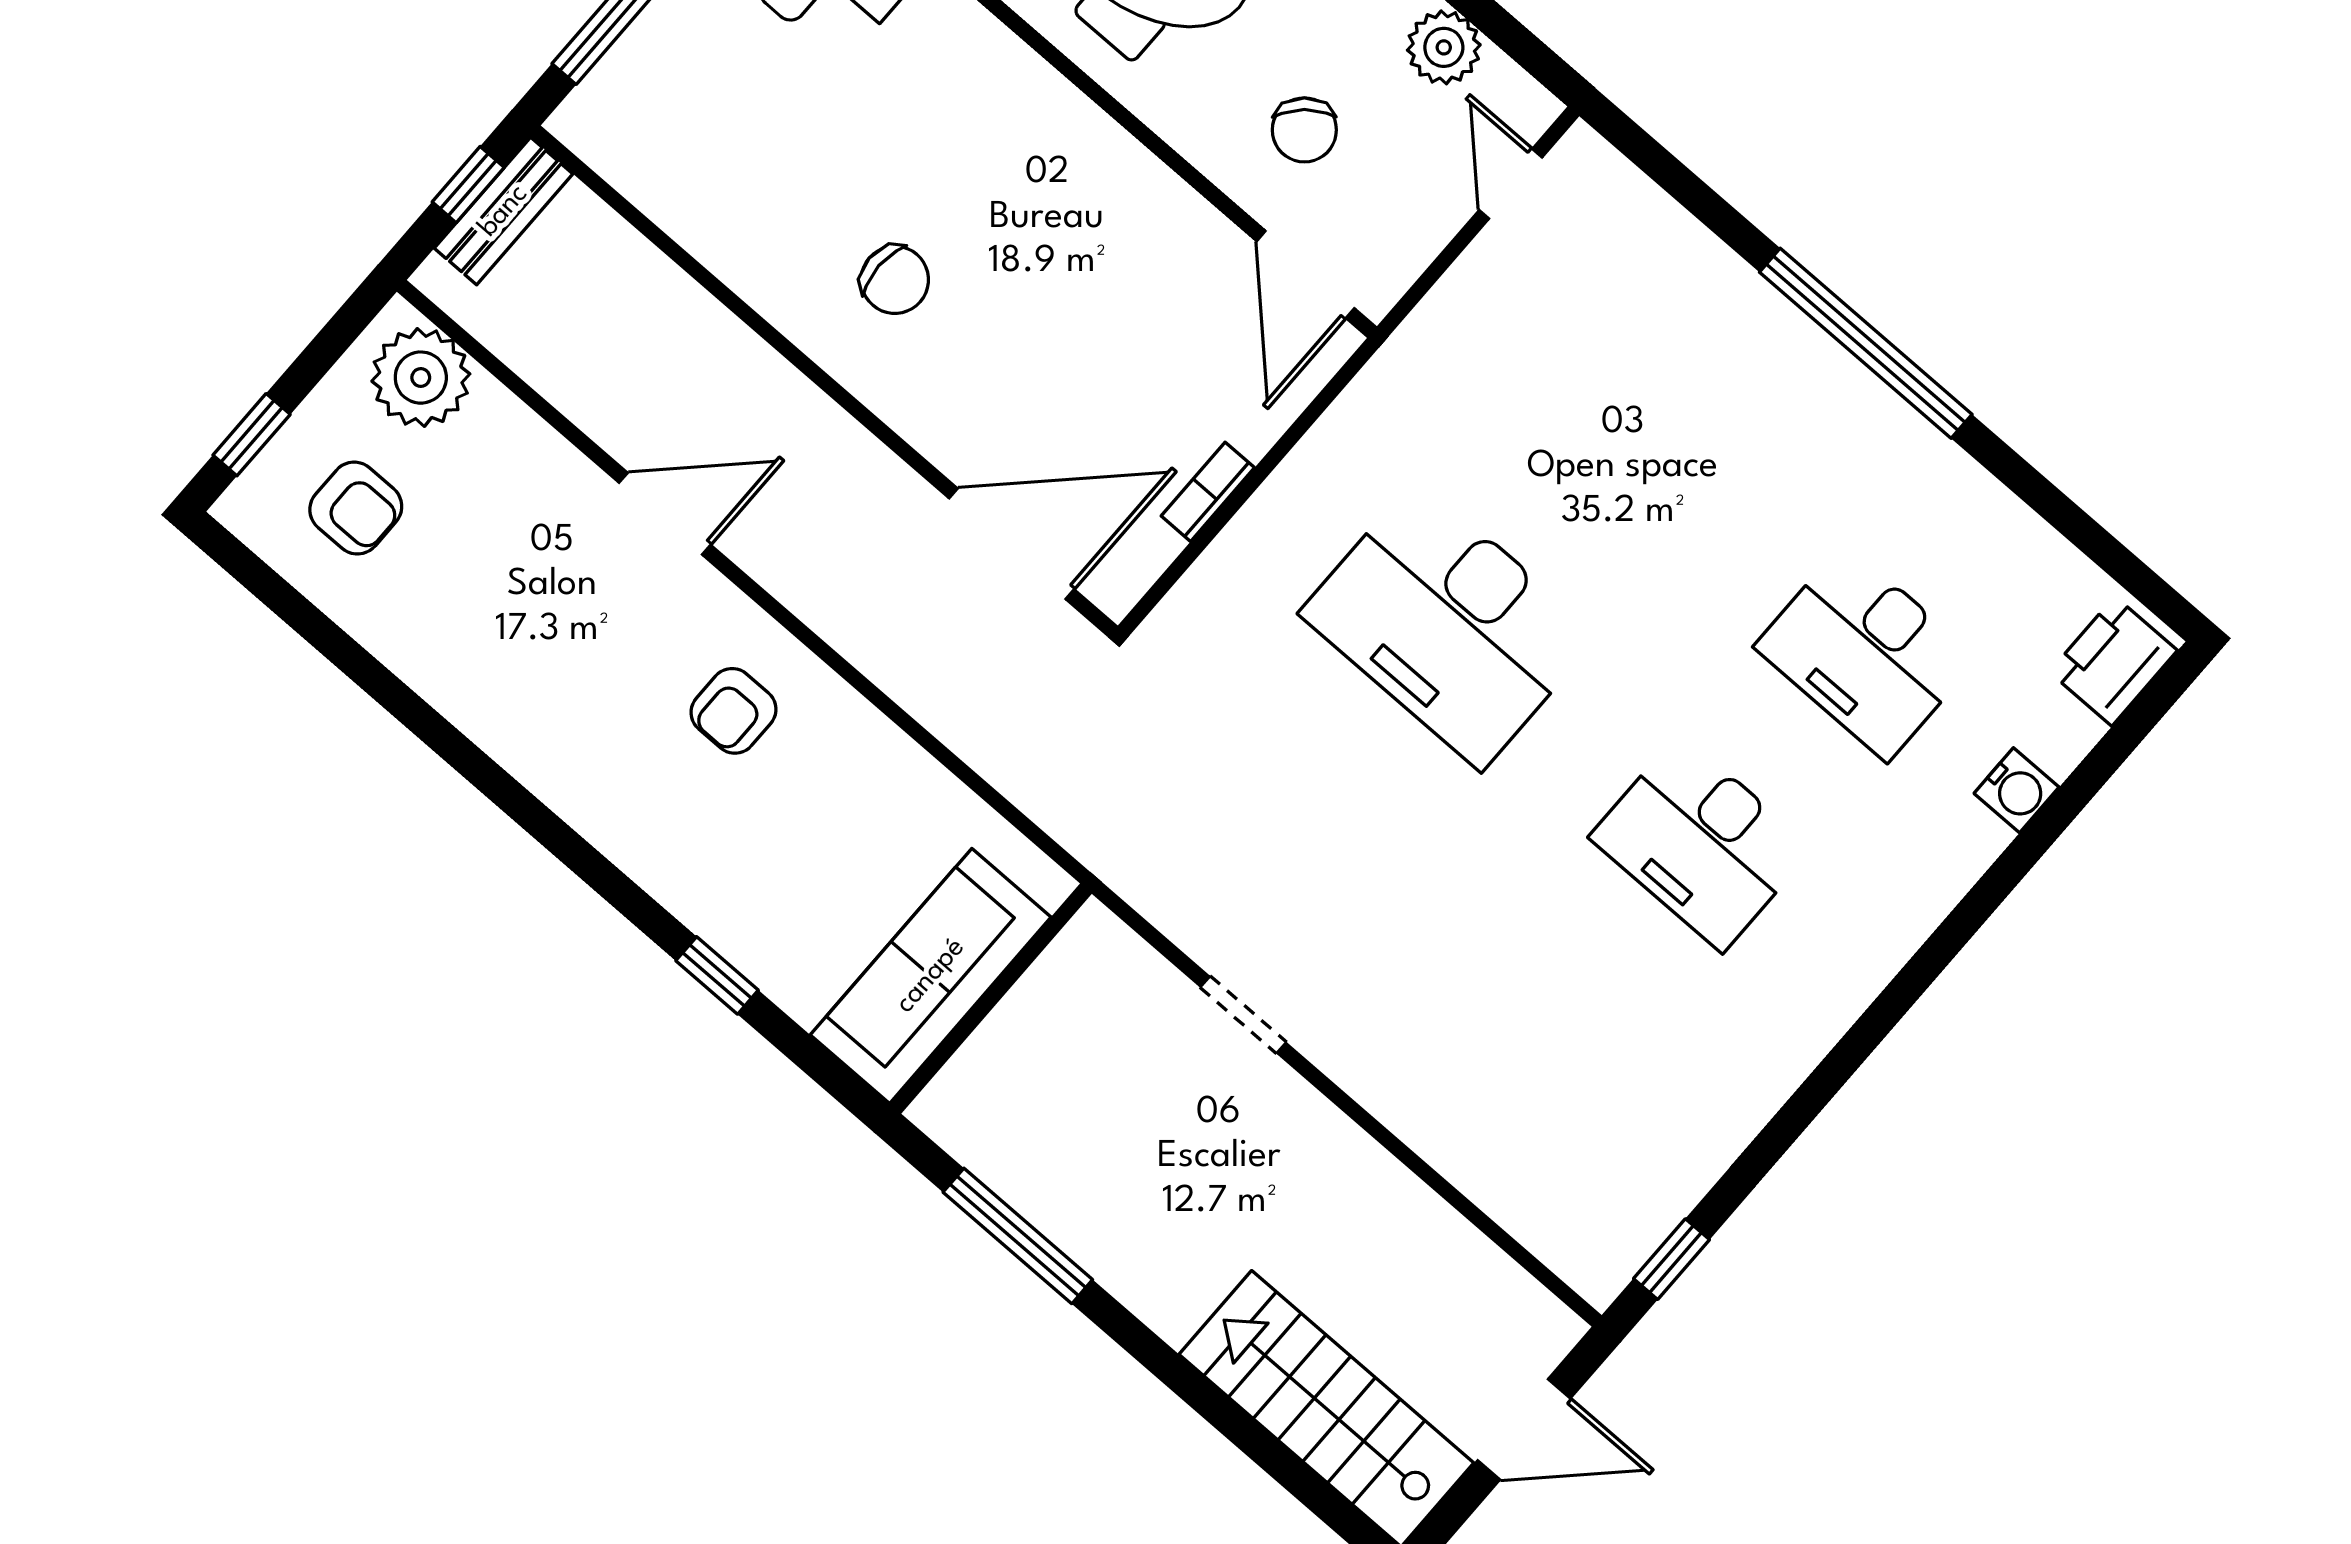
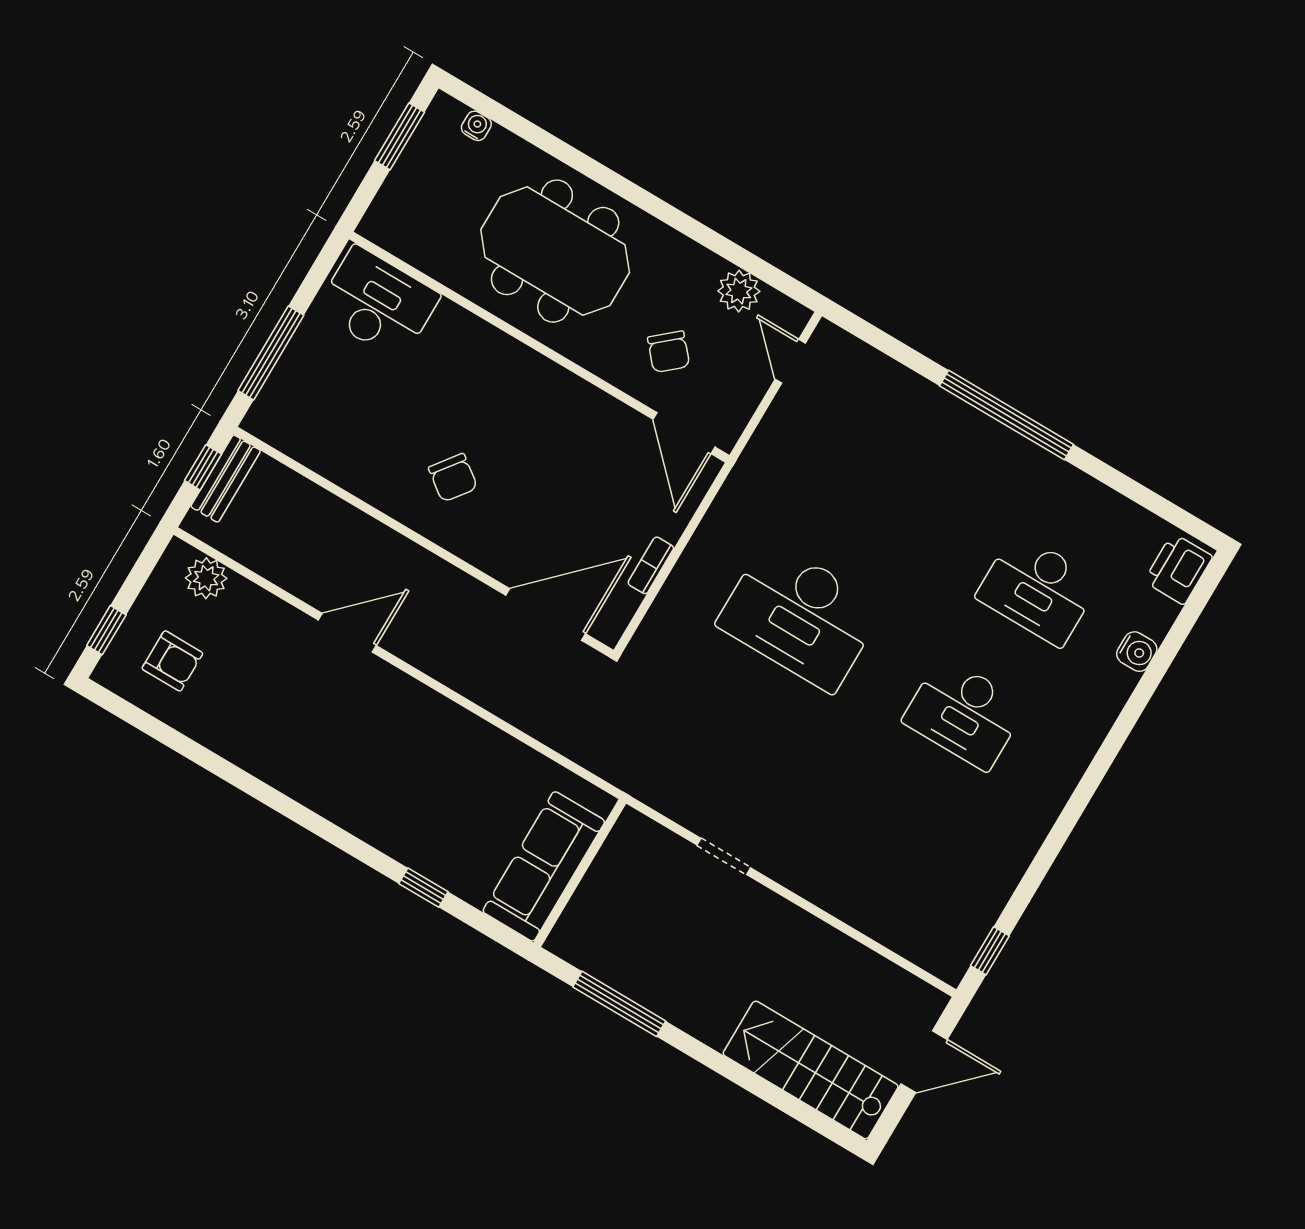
chair: (895, 280) -> (453, 478), turned 37
plant: (421, 378) -> (206, 578), width x0.73, depth x0.73
armchair: (733, 711) -> (406, 737), removed

